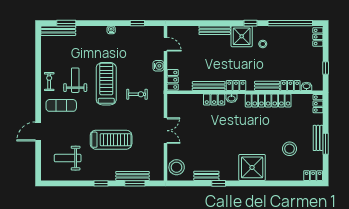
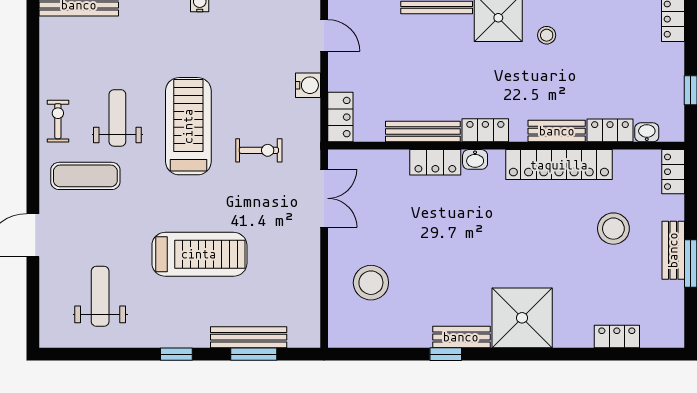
double door: (165, 131) -> (324, 198), moved
stool: (289, 149) -> (613, 229), moved
weight bench: (68, 158) -> (100, 296), turned 90
stool: (177, 167) -> (371, 283), moved
bench: (206, 176) -> (461, 337), moved
locker: (313, 176) -> (617, 336), moved

